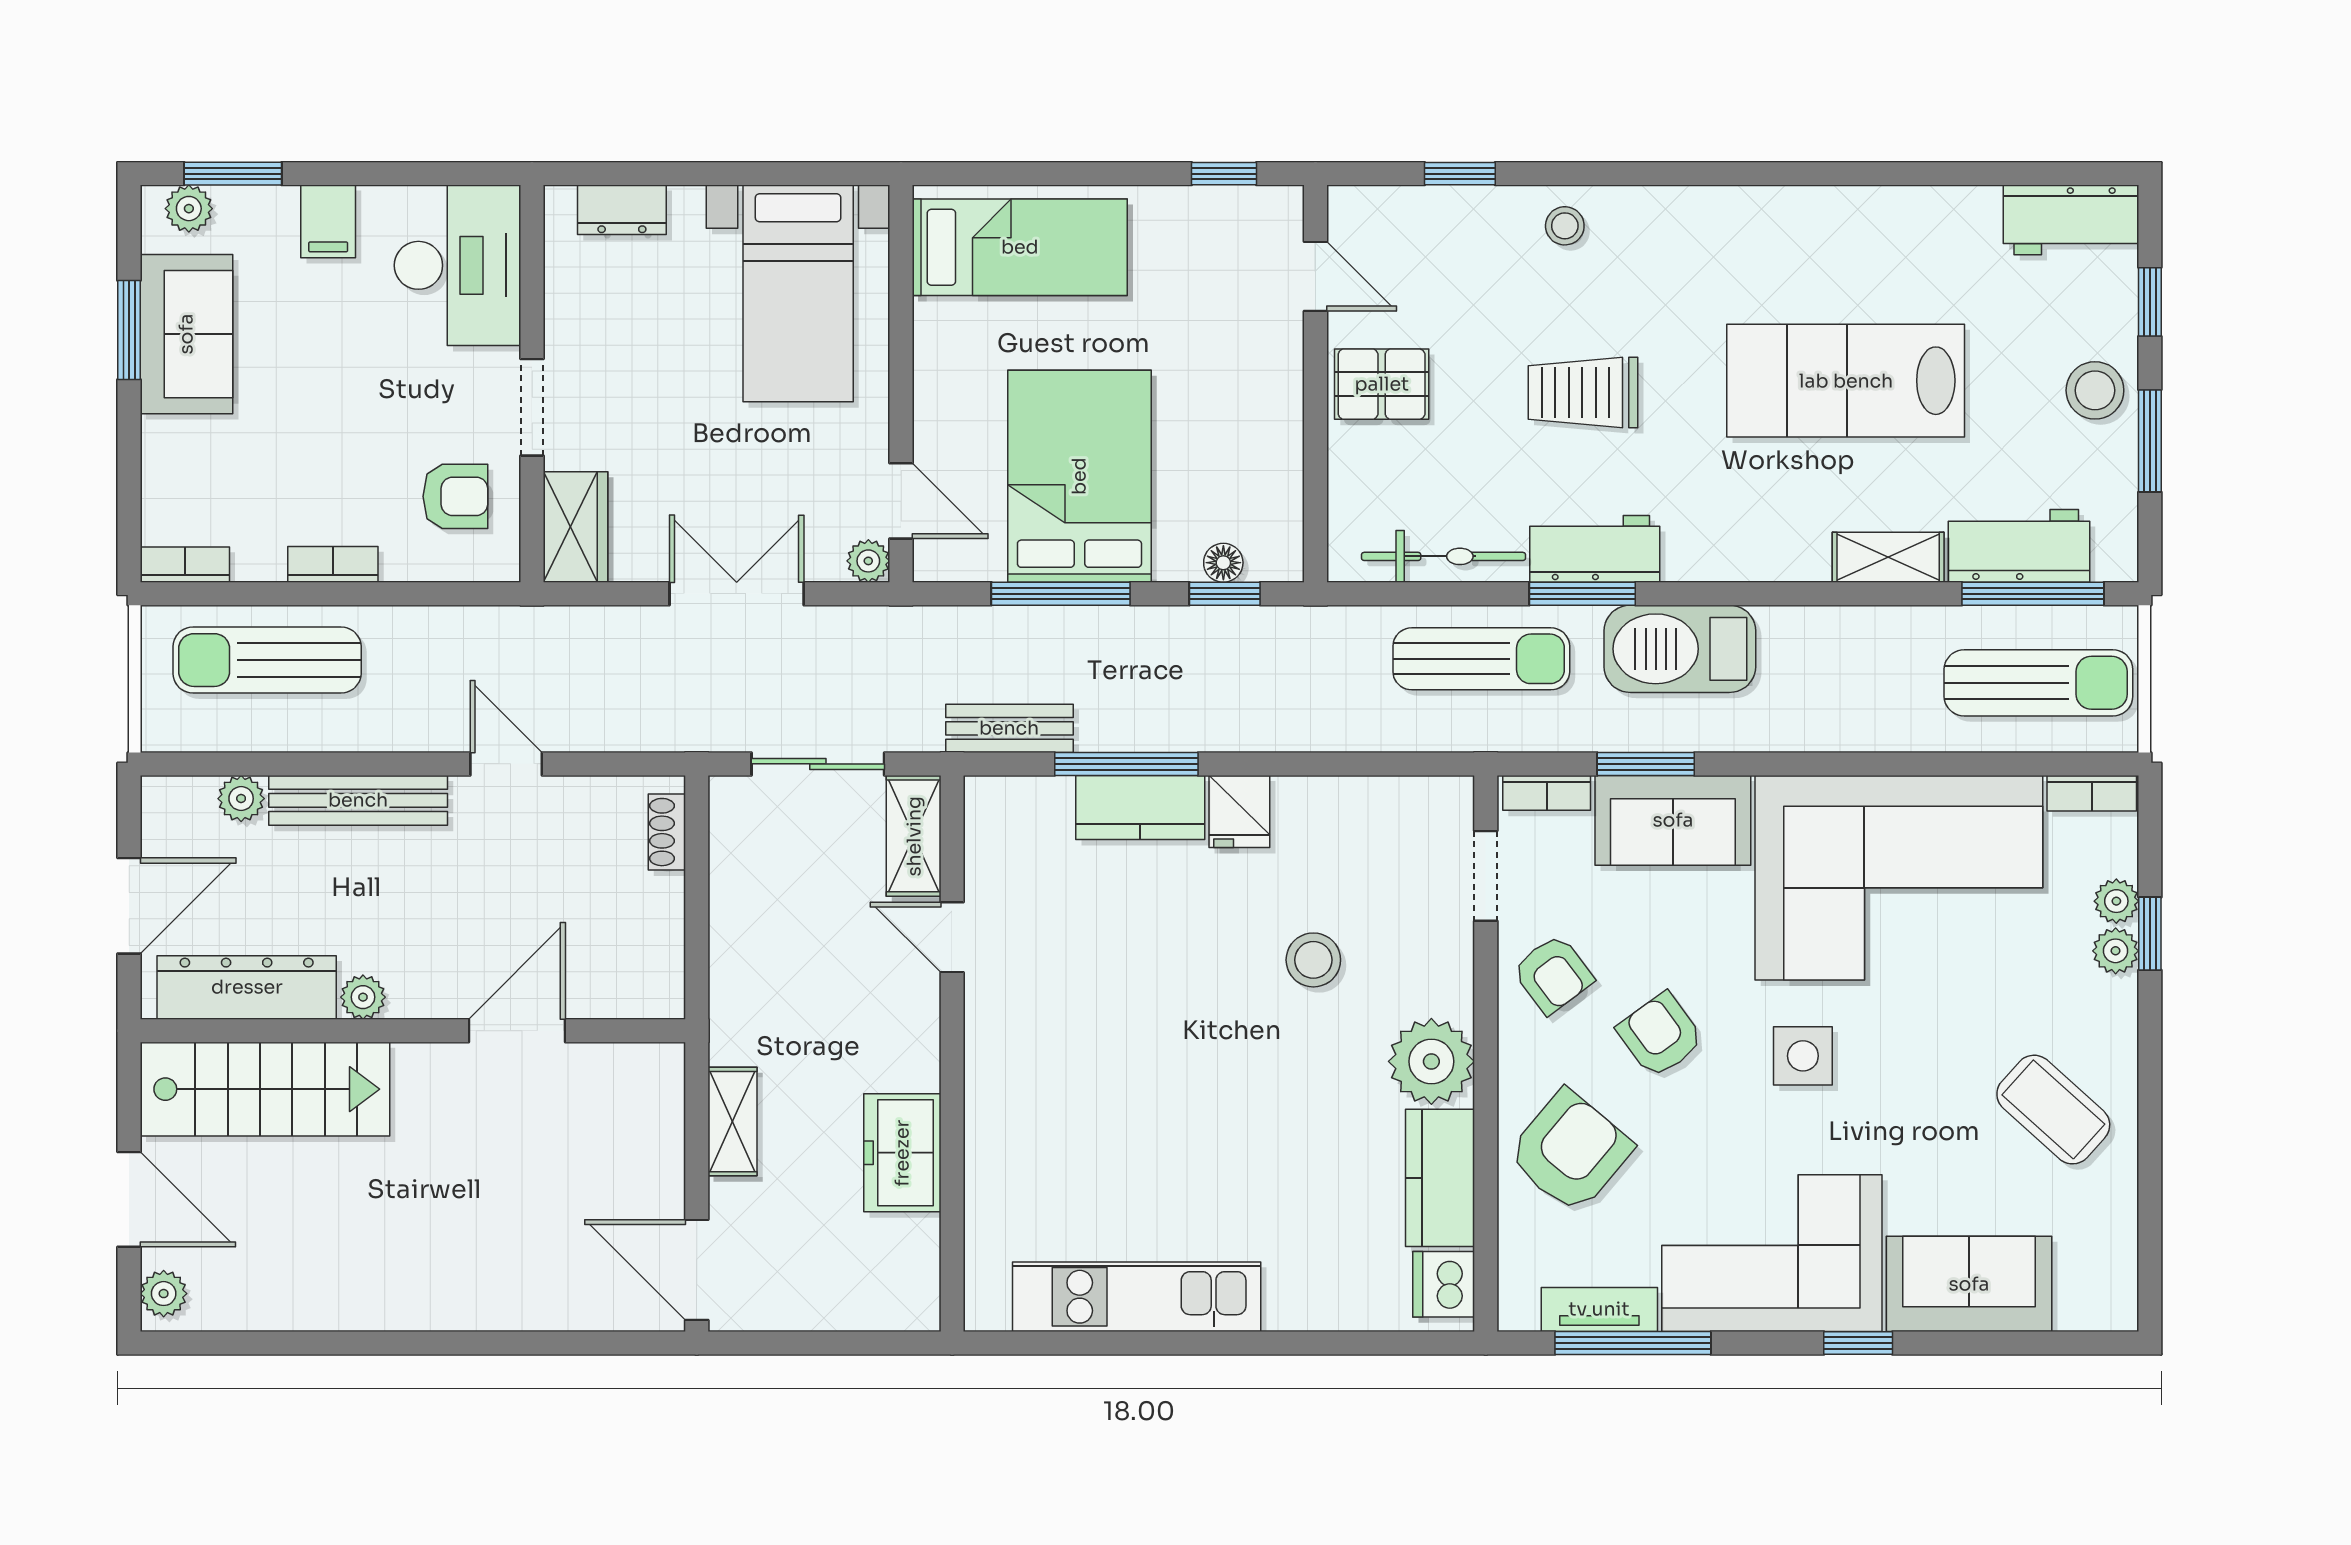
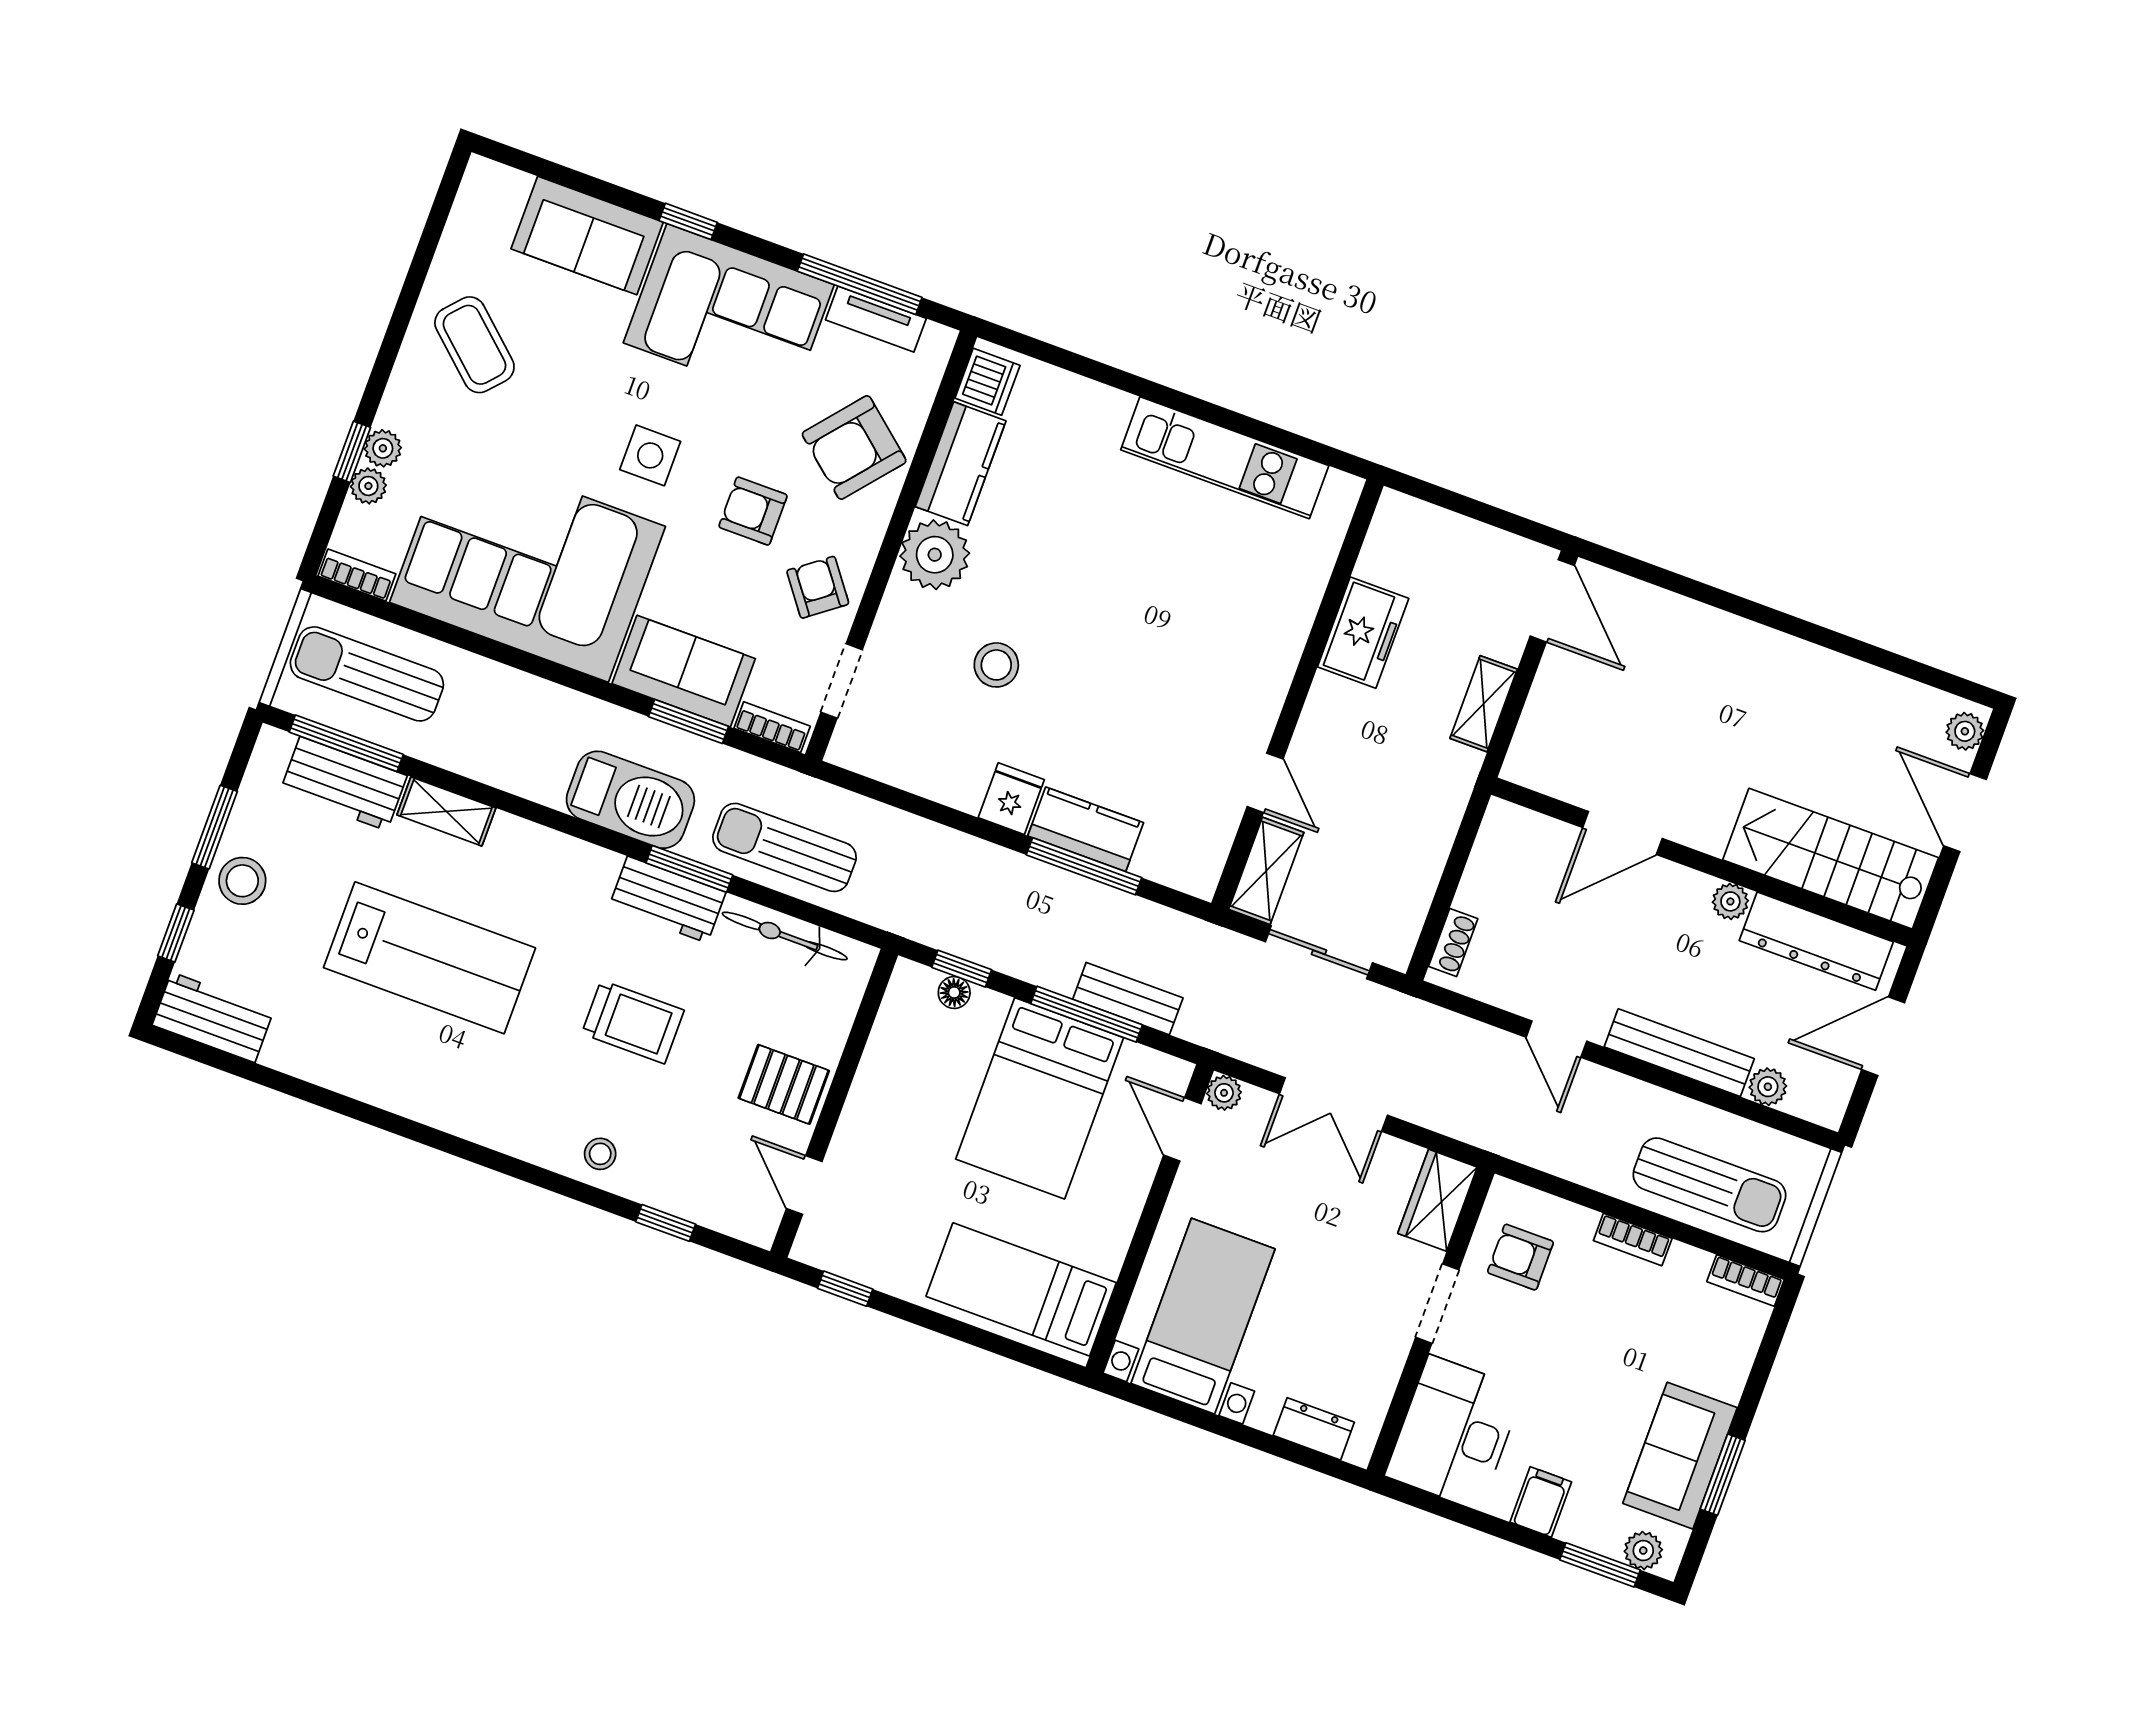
bench: (1009, 728) -> (1128, 999), moved
armchair: (1660, 1035) -> (753, 511), turned 126

